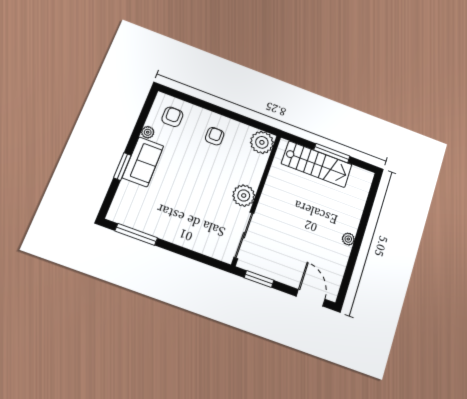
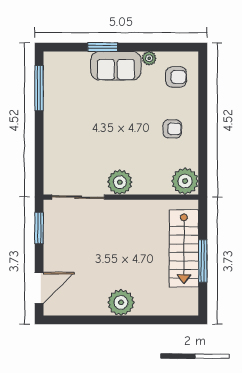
plant: (348, 239) -> (121, 302), width x1.88, depth x1.88

